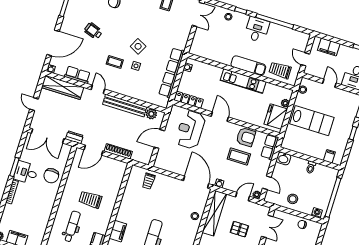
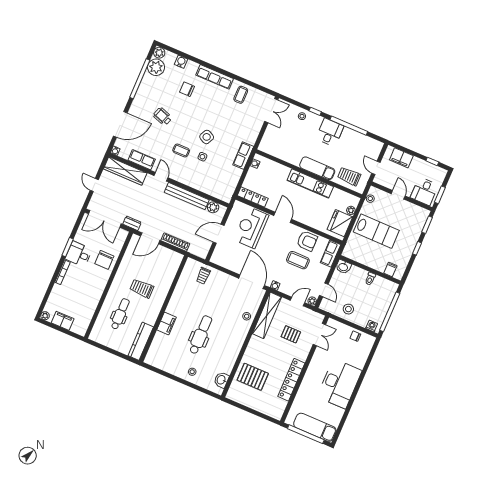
row of seats: (172, 73) -> (243, 156), width x0.50

